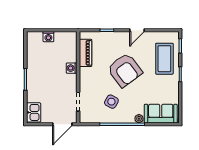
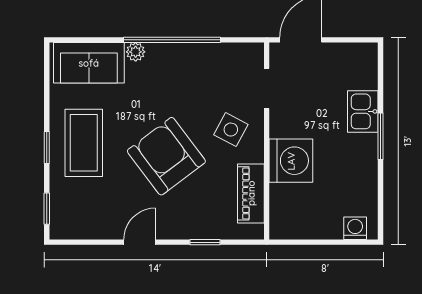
washing machine: (48, 37) -> (355, 228), moved
coffee table: (164, 59) -> (84, 143), moved
washing machine: (72, 68) -> (291, 161), width x1.89, depth x1.89
side table: (111, 102) -> (231, 130), moved
kitchen sink: (34, 112) -> (363, 111), moved

